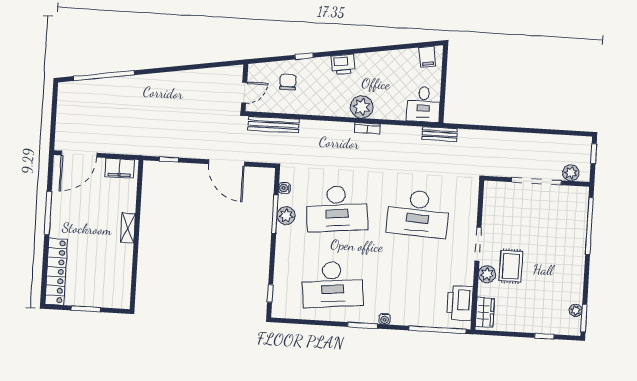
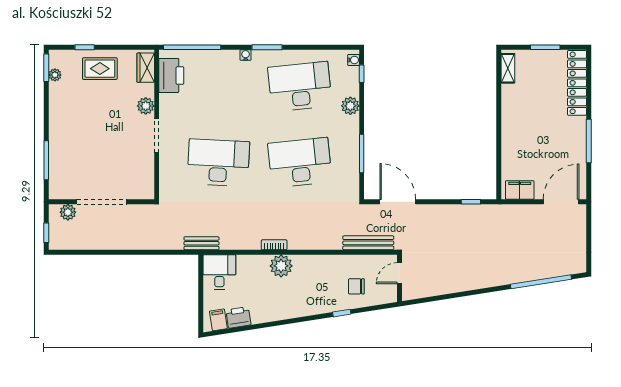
printer: (343, 64) -> (238, 317), moved
chair: (288, 82) -> (356, 286), turned 90
door: (227, 163) -> (398, 202), moved
water cooler: (284, 188) -> (354, 60), moved
plant: (286, 216) -> (350, 106), moved
window: (589, 226) -> (46, 160), width x0.68
shelving: (128, 228) -> (508, 68), moved
rug: (511, 266) -> (100, 69), moved, turned 90

